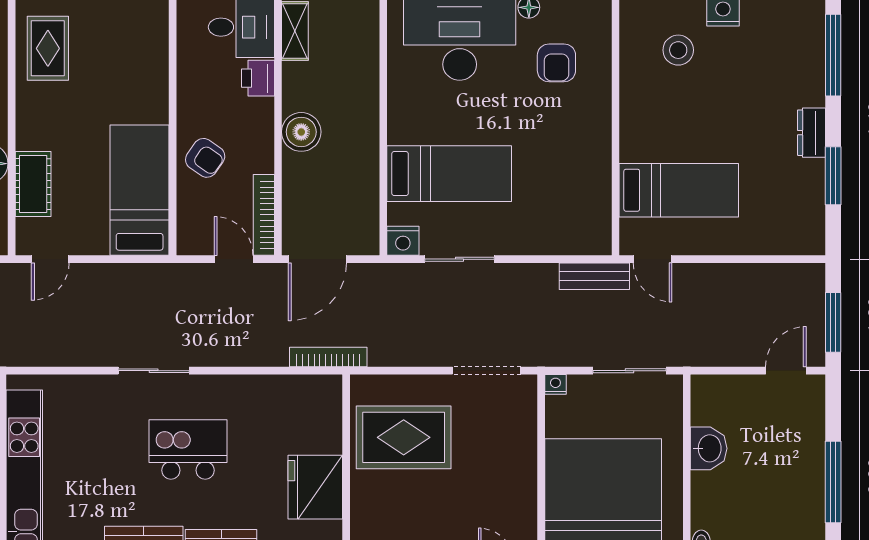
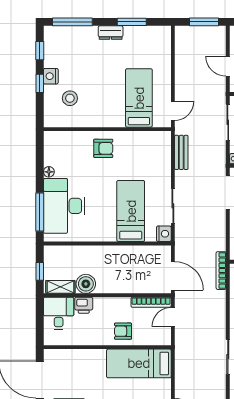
armchair: (556, 63) -> (103, 148), moved
boiler: (301, 132) -> (86, 284), moved
armchair: (205, 158) -> (123, 331), turned -125
bench: (594, 276) -> (181, 152), moved
door: (786, 371) -> (228, 66), moved

